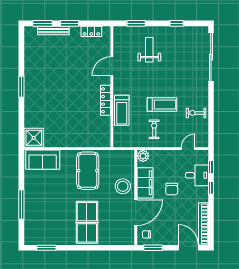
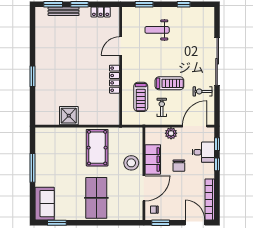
weight bench: (149, 50) -> (157, 30), turned -90
sliding door: (211, 57) -> (217, 61), moved
window: (21, 87) -> (33, 76), moved
treadmill: (122, 110) -> (141, 97), moved
shower: (34, 138) -> (69, 116), moved
door: (188, 149) -> (195, 126), width x1.87
plant: (143, 156) -> (171, 133), moved
sofa: (43, 160) -> (45, 204), moved, turned -90
window: (21, 205) -> (33, 168), moved

